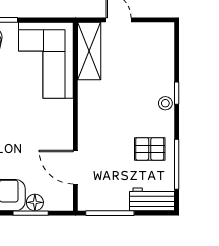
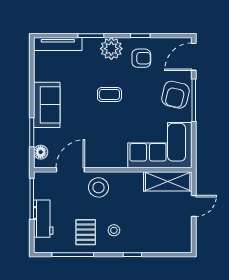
stool: (165, 103) -> (114, 230), moved
stool: (96, 133) -> (99, 187), added
workbench: (152, 199) -> (43, 219), moved
floor lamp: (35, 202) -> (41, 152), moved

